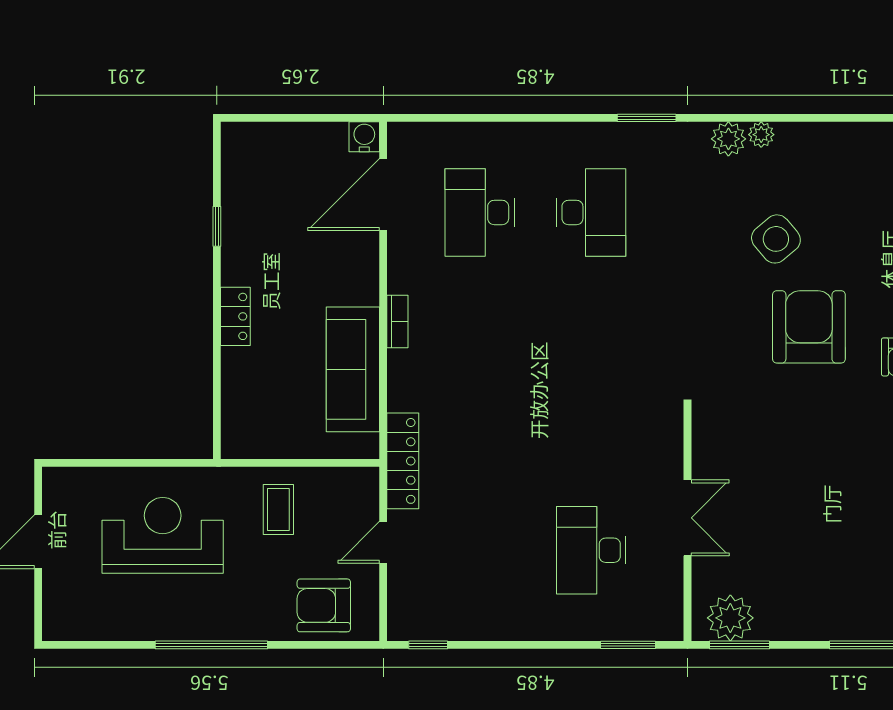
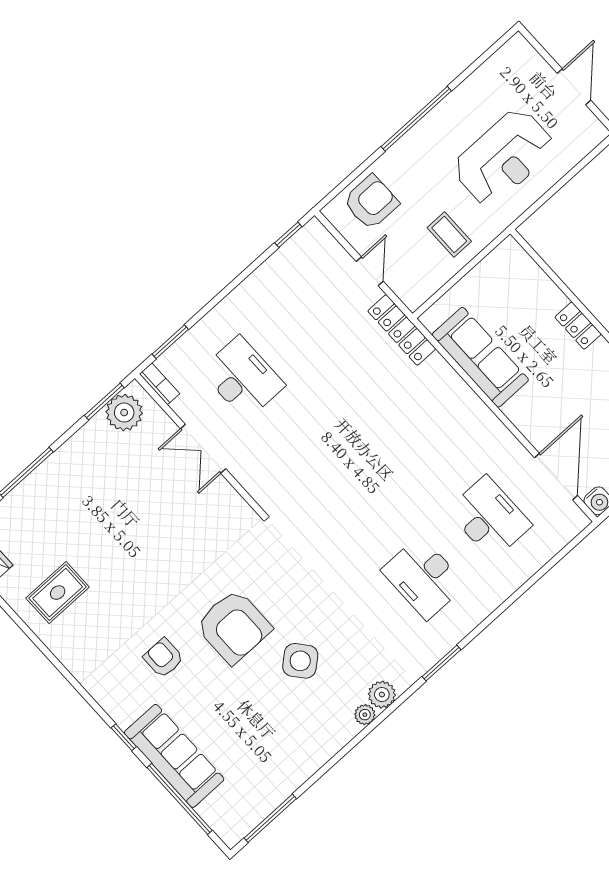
bookcase: (397, 321) -> (160, 384), moved, turned 180

